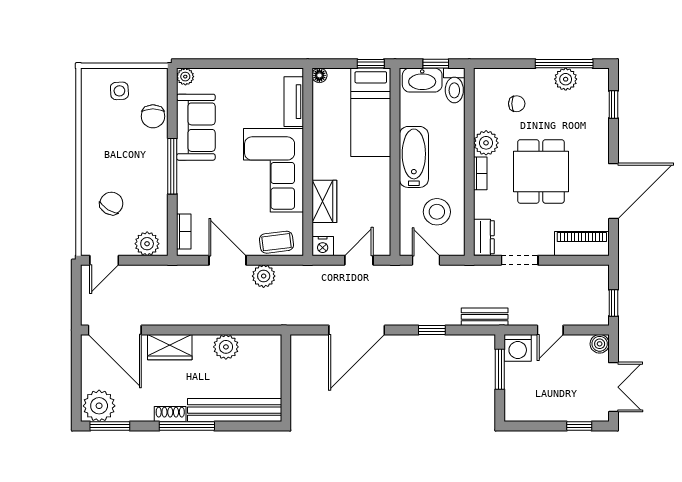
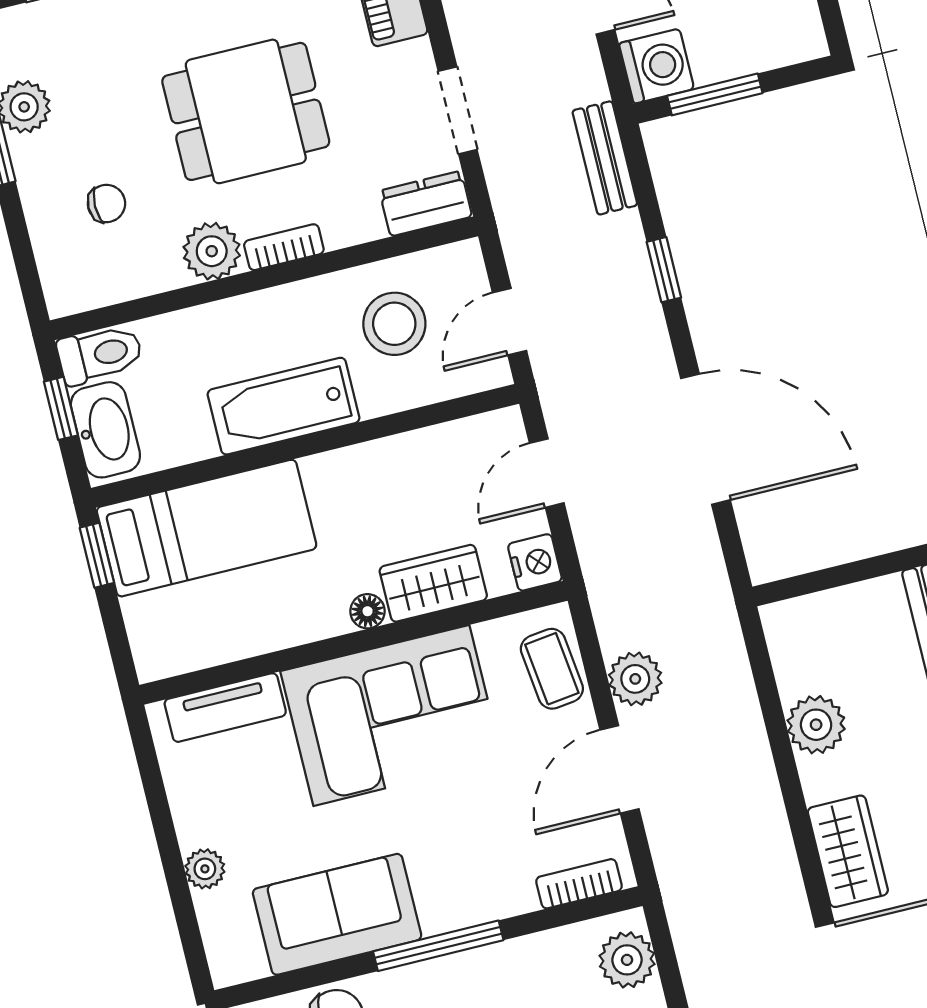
floor lamp: (319, 75) -> (368, 611), moved
plant: (185, 77) -> (205, 869), moved
chair: (517, 104) -> (106, 204), turned 90
door: (359, 260) -> (547, 473), hinge flipped

